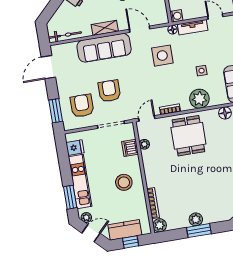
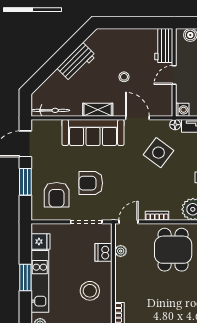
side table: (162, 56) -> (158, 153), turned 37
armchair: (109, 91) -> (91, 183), turned -90
armchair: (82, 106) -> (57, 195), turned 180
window: (56, 111) -> (25, 182), moved
window: (70, 197) -> (25, 277), moved

